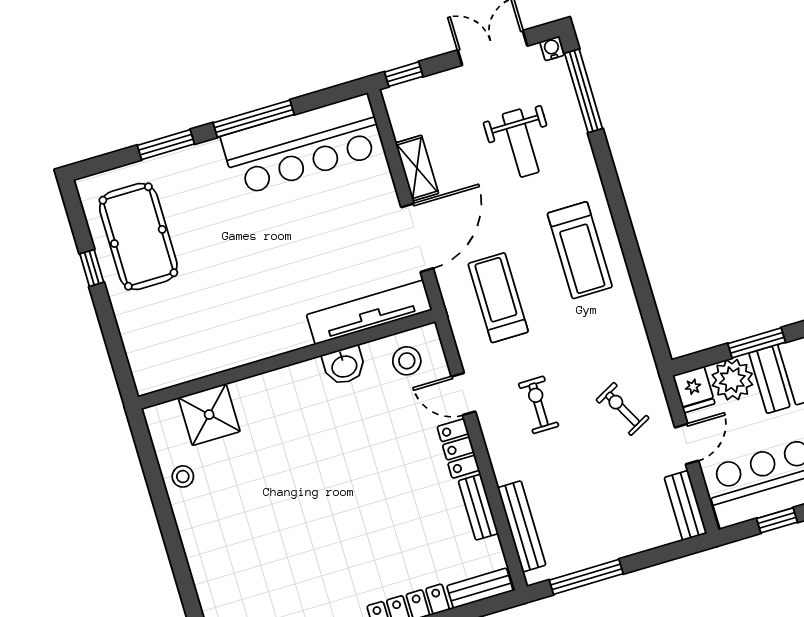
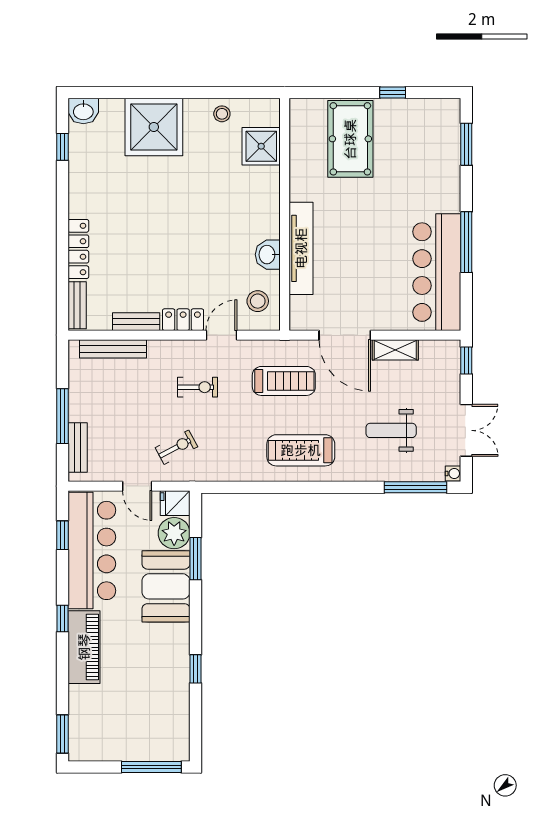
window: (166, 145) -> (466, 144), moved
pool table: (138, 236) -> (350, 139), moved, turned 90
tv unit: (369, 312) -> (301, 248), moved
bench: (686, 505) -> (78, 448), moved, turned 90
shower: (225, 558) -> (154, 127), added
window: (586, 577) -> (62, 416), moved

